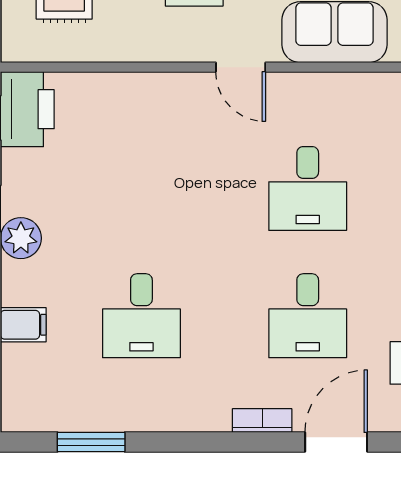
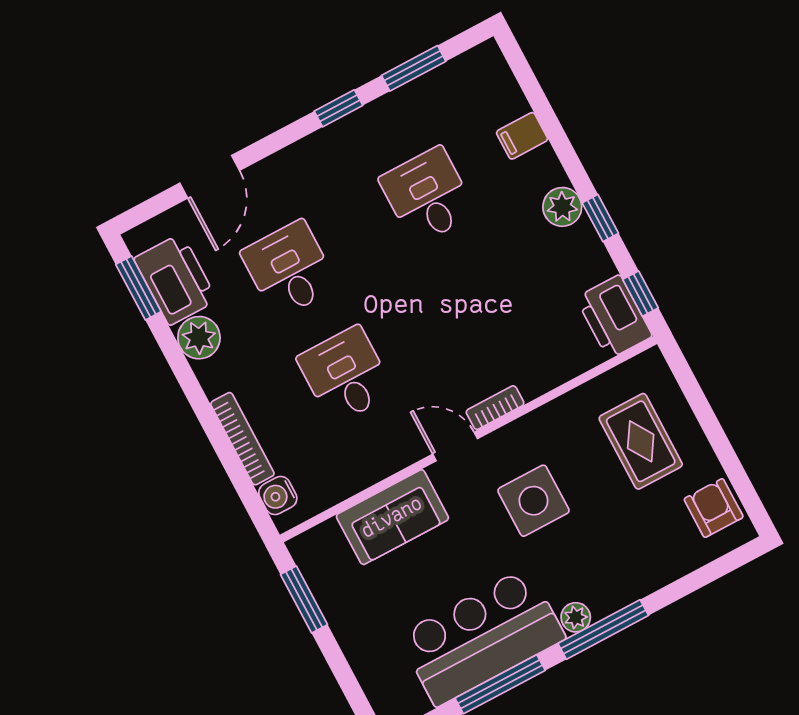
bookcase: (262, 421) -> (495, 408), moved, turned 180
window: (181, 442) -> (338, 108), added

